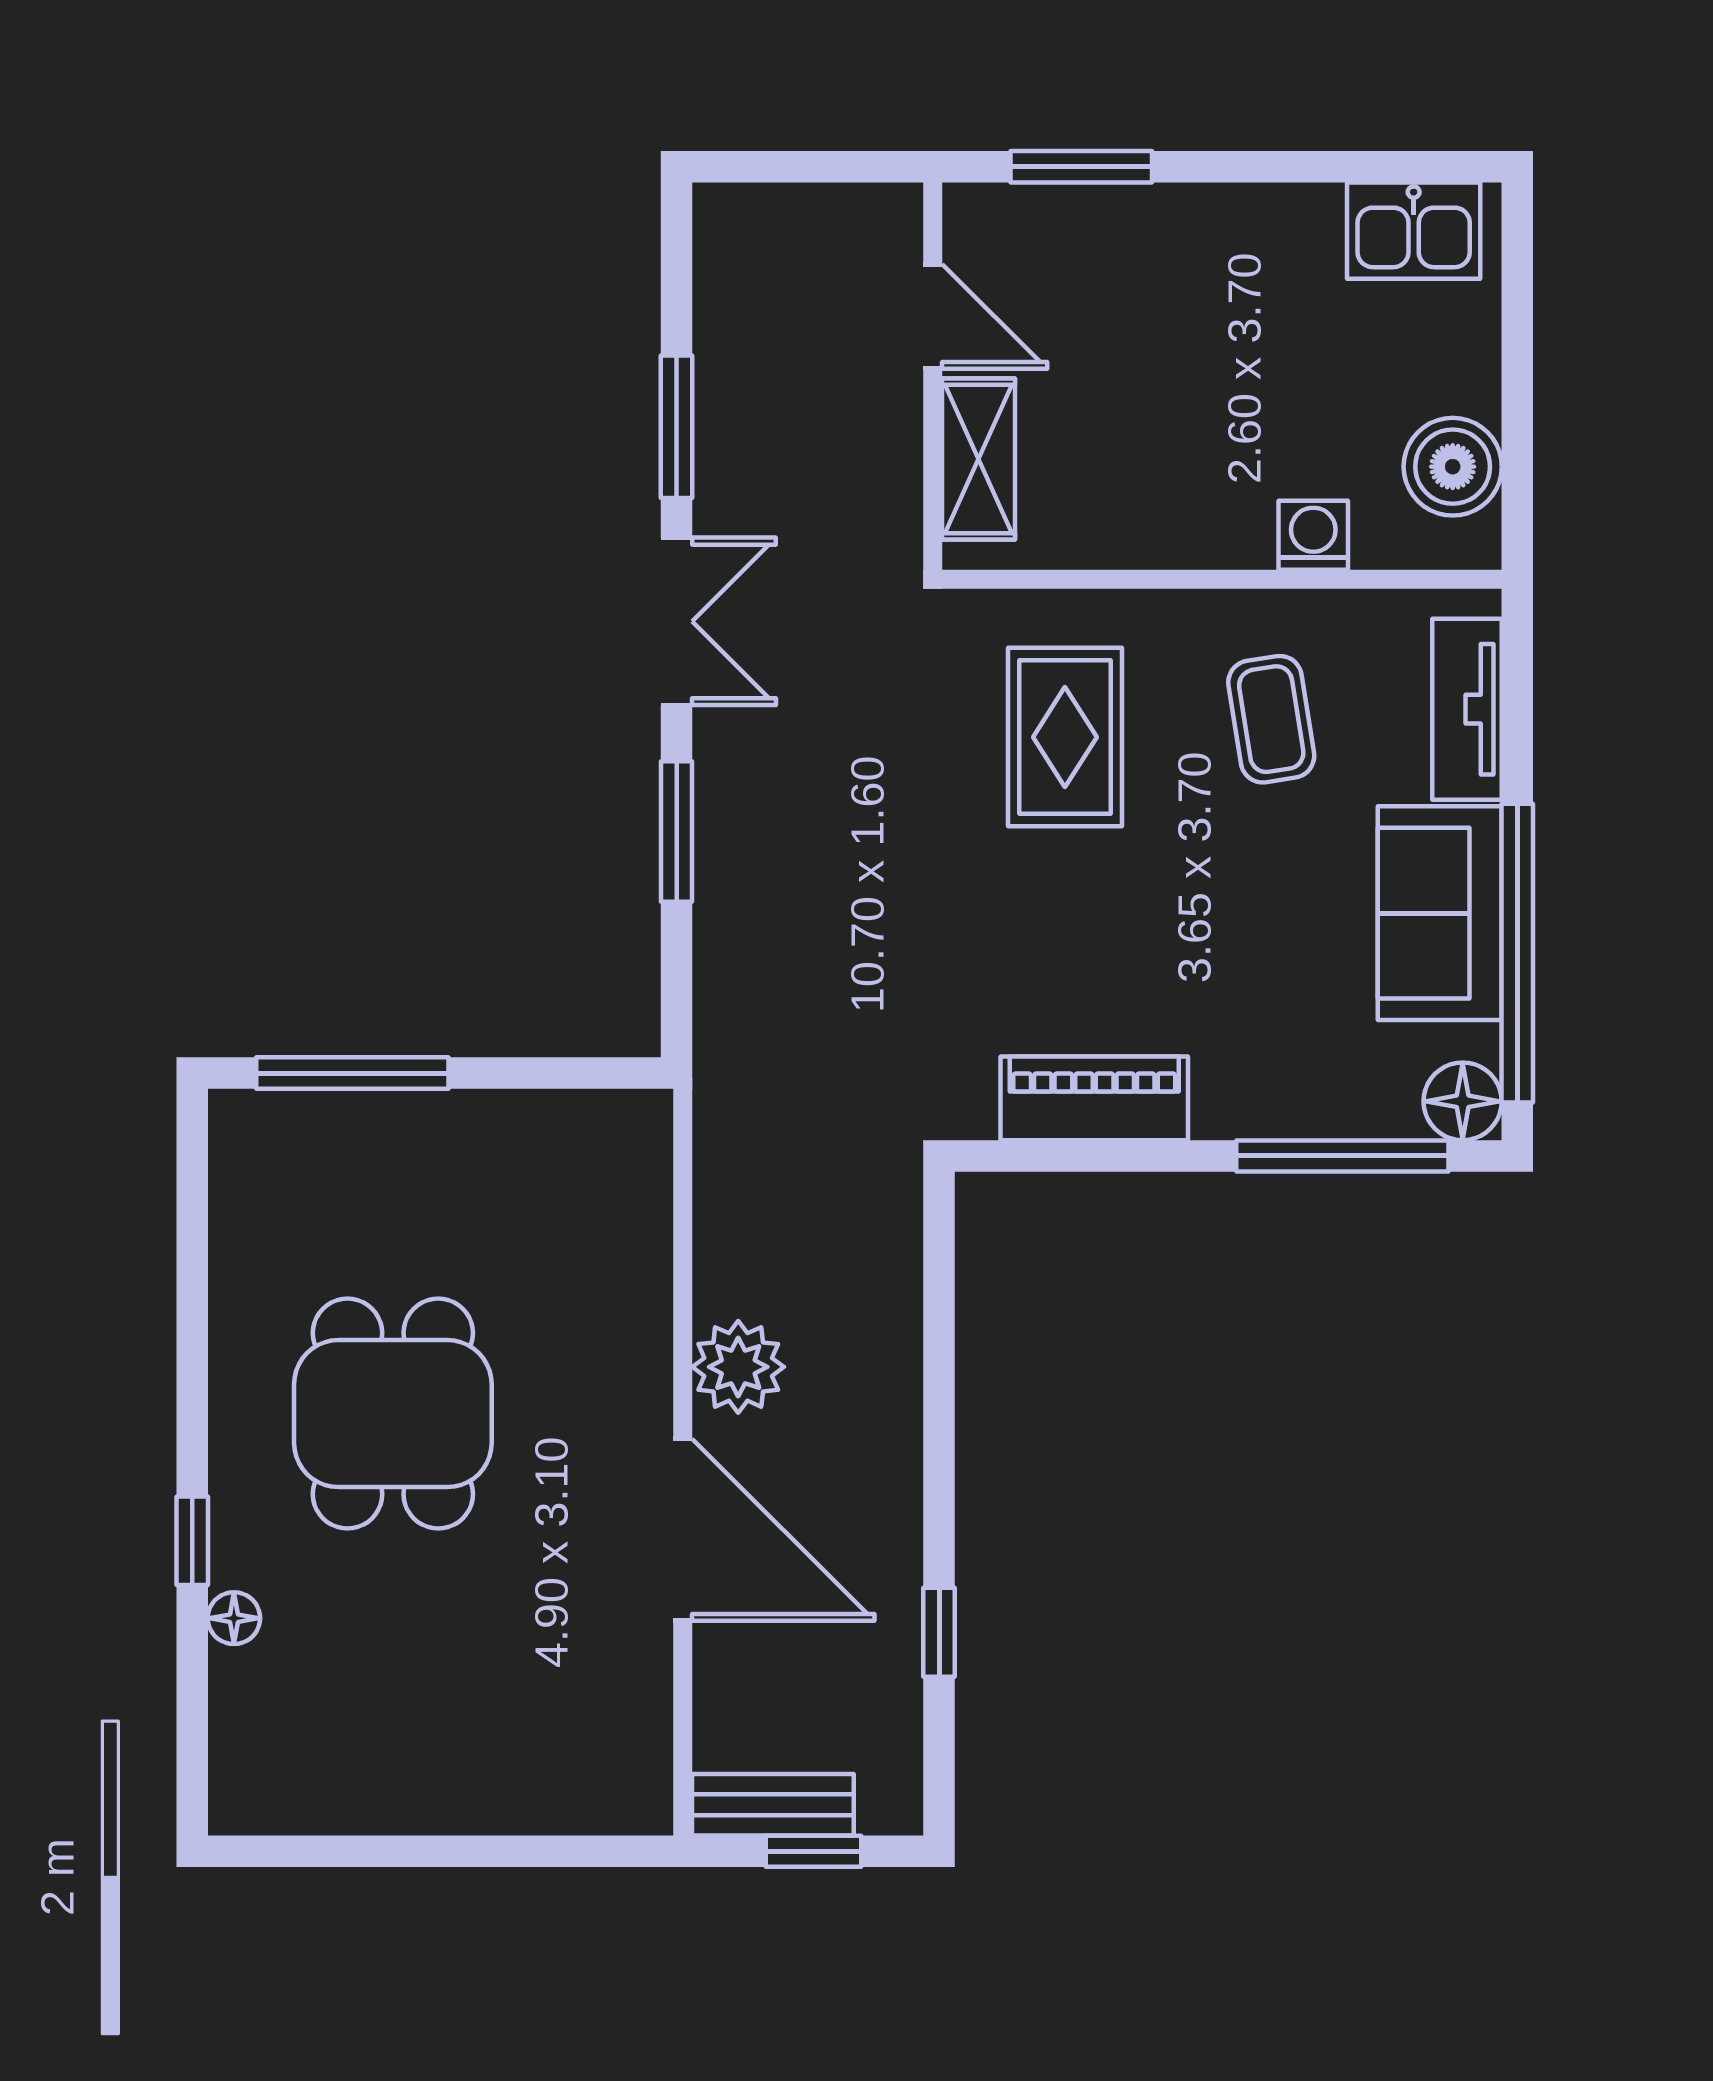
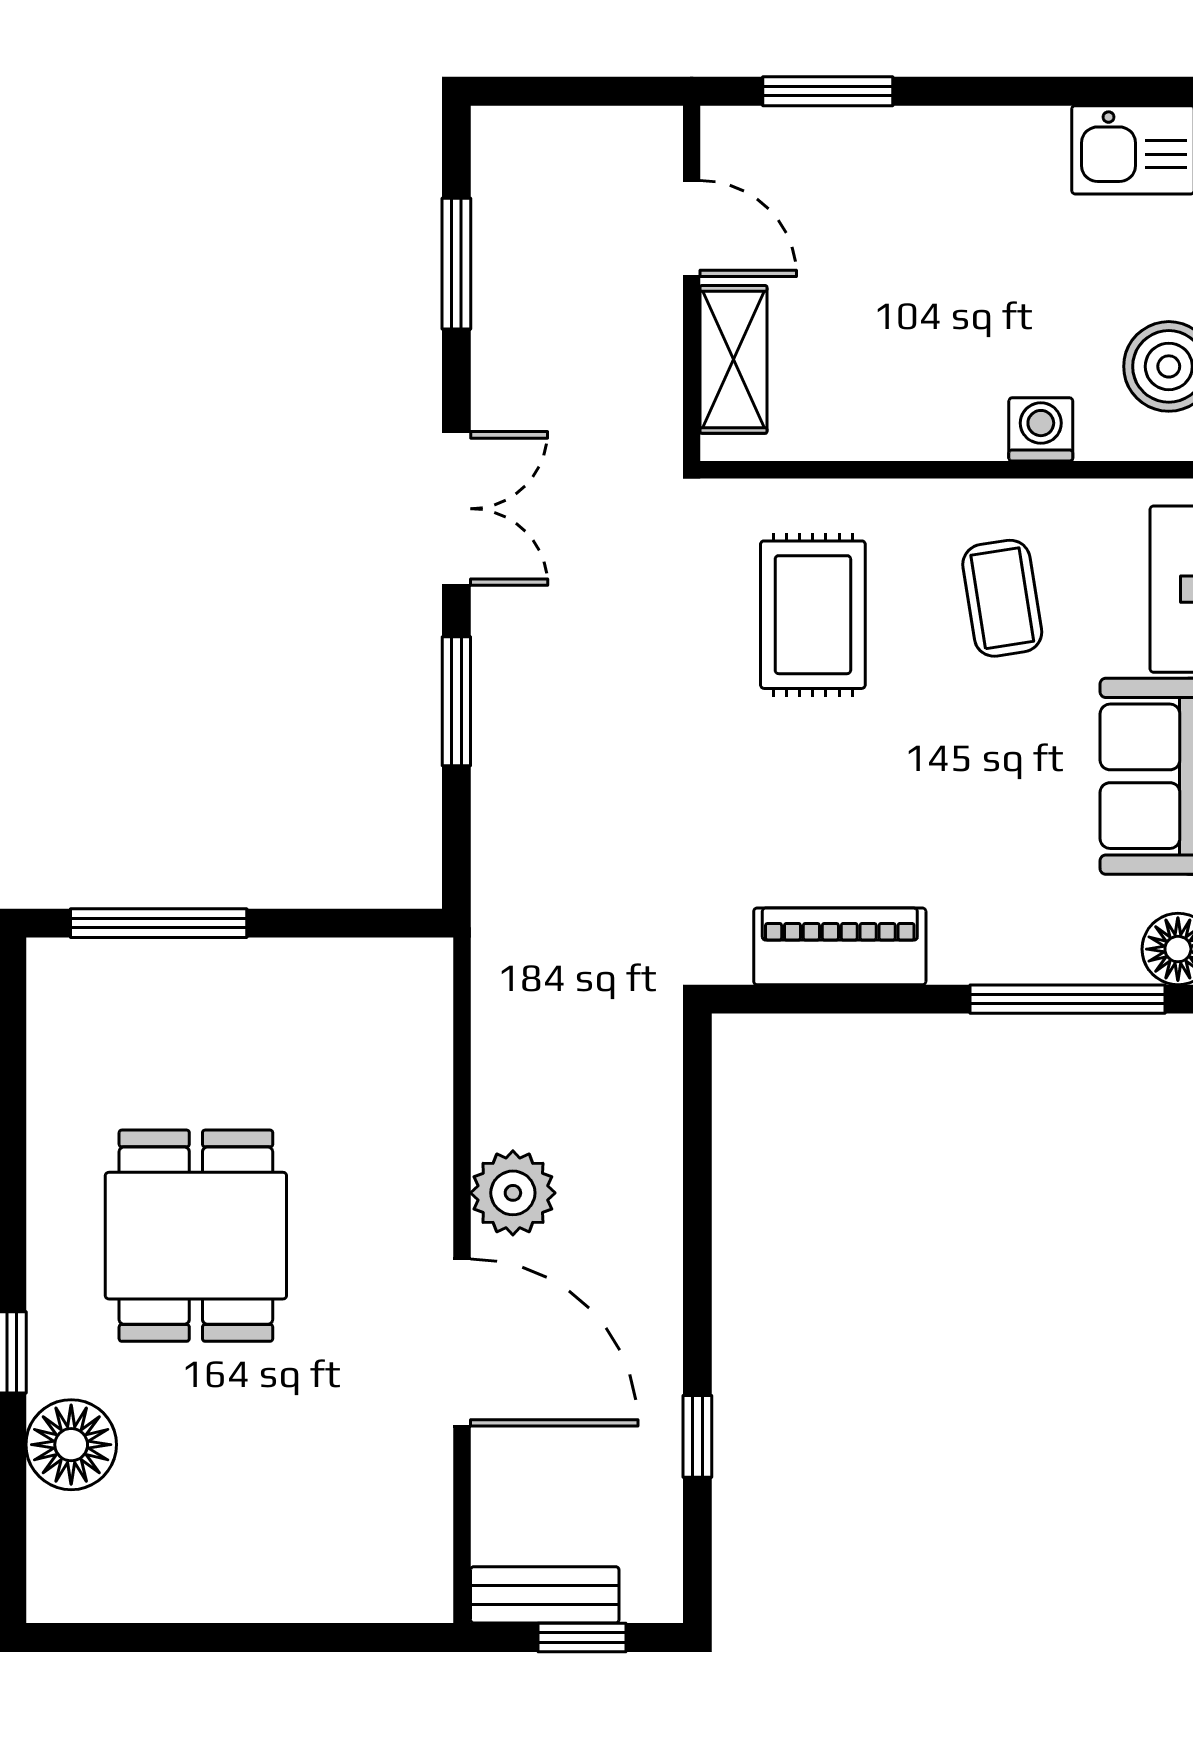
window: (677, 427) -> (456, 264), moved
floor lamp: (234, 1618) -> (71, 1445), width x1.89, depth x1.89

